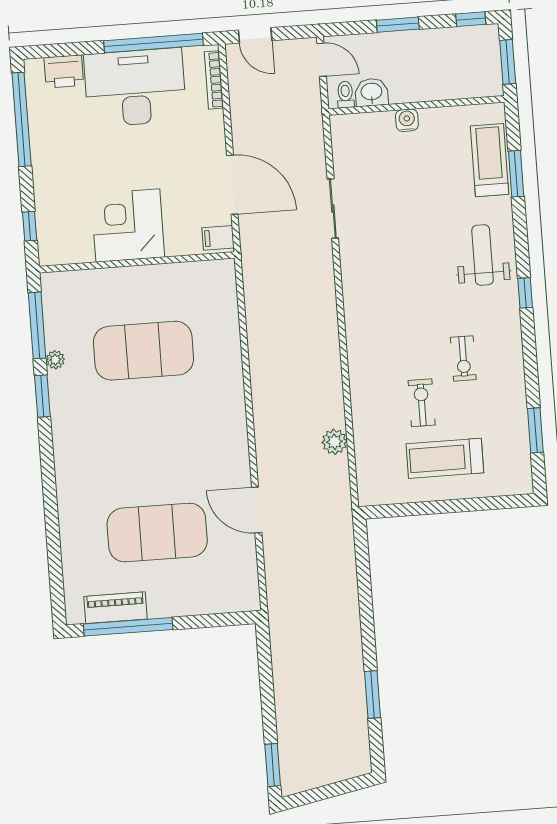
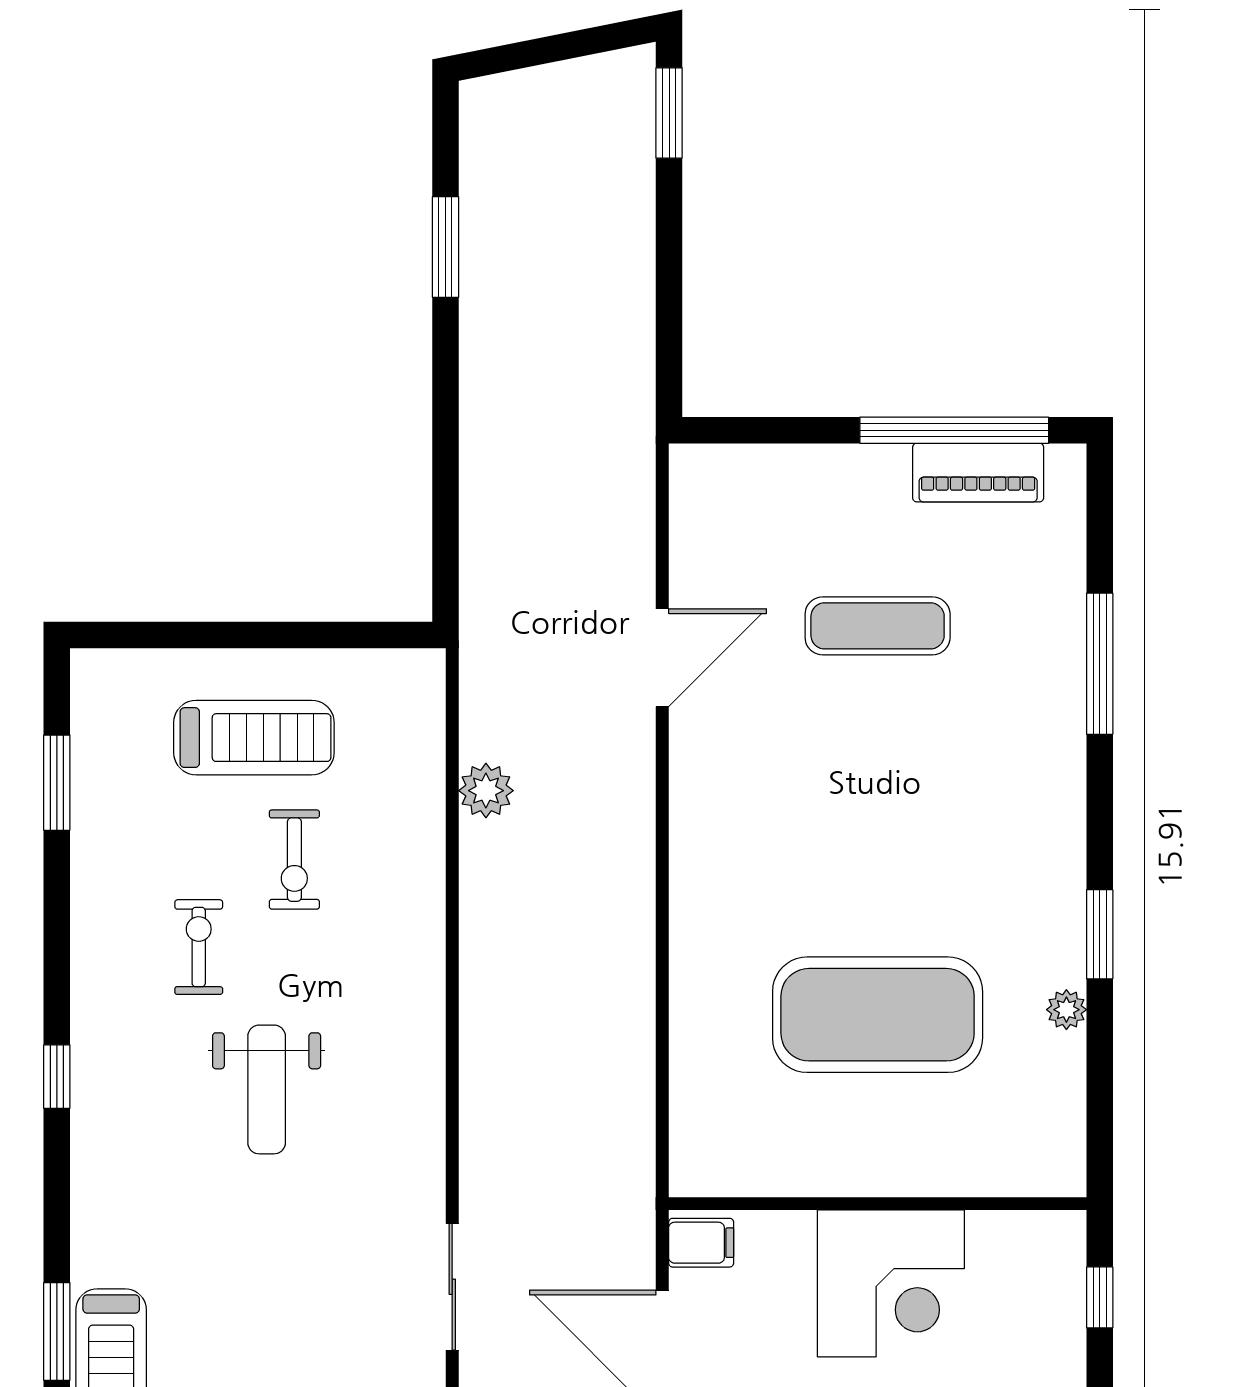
weight bench: (483, 255) -> (267, 1089), moved
window: (37, 325) -> (1100, 664), moved
door: (257, 510) -> (662, 658), hinge flipped
exercise mat: (157, 532) -> (878, 626), width x0.50, depth x0.69

